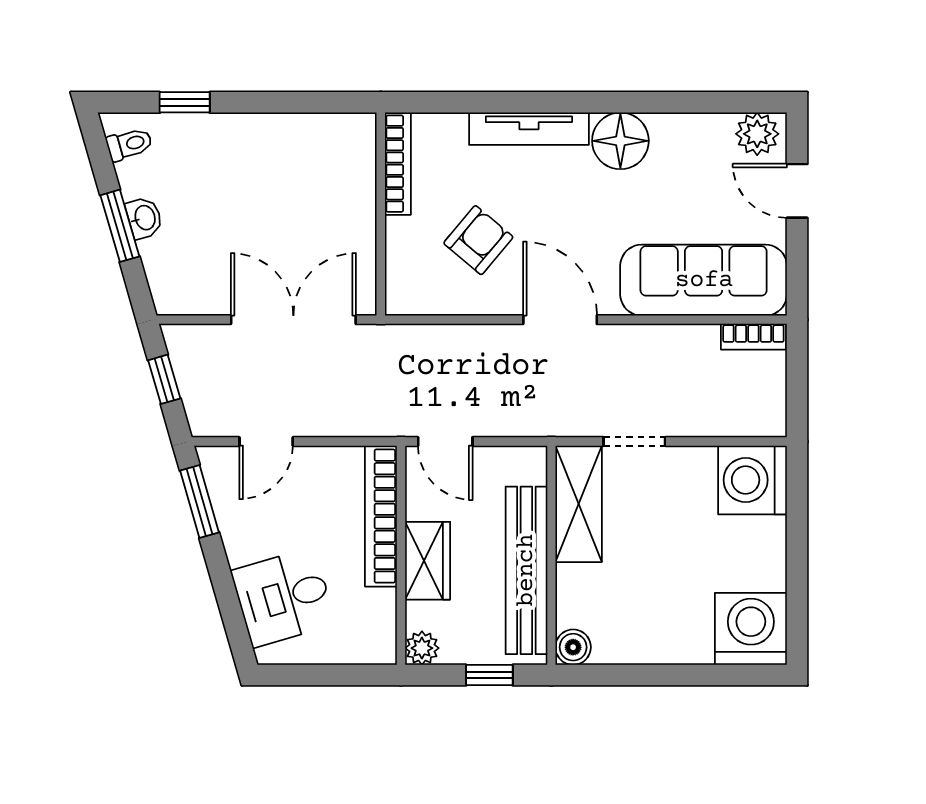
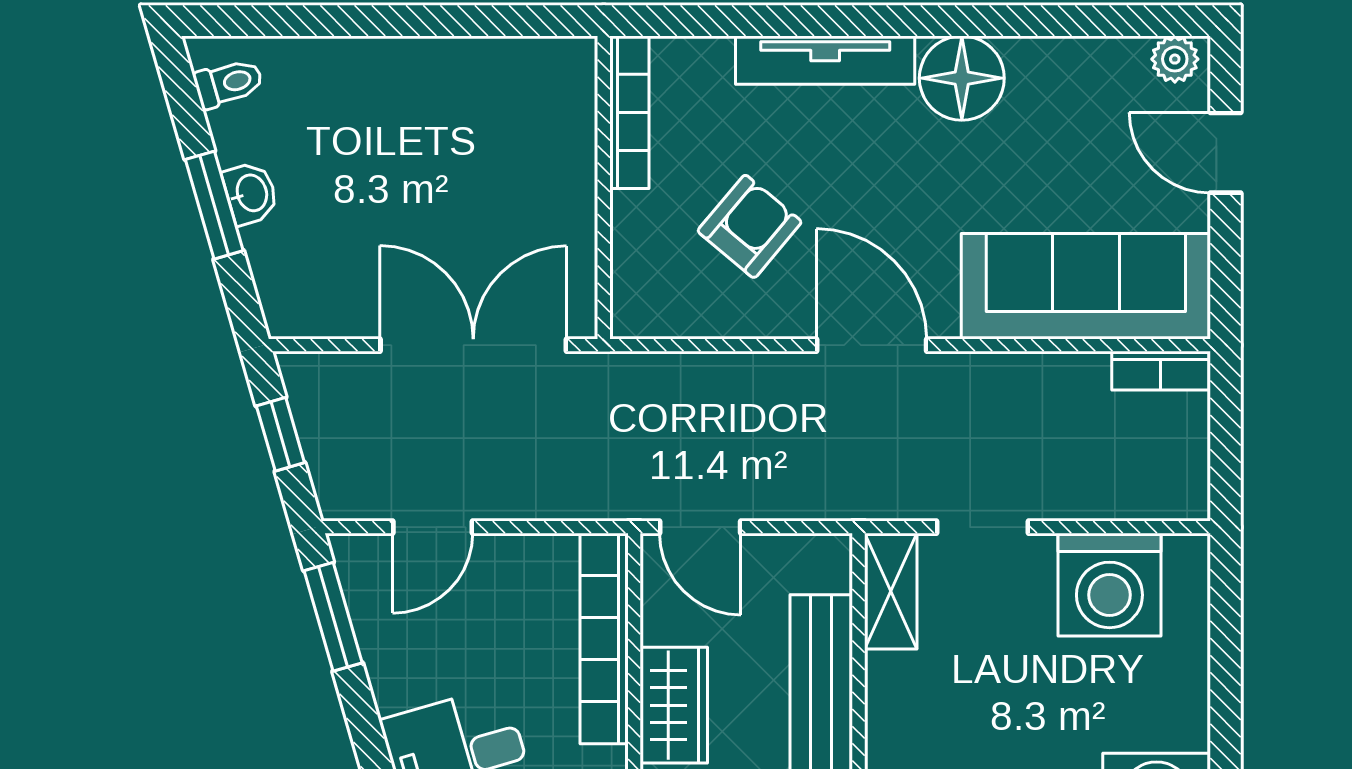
window: (185, 102) -> (311, 21), removed
plant: (757, 134) -> (1175, 59), width x0.73, depth x0.73
washing machine: (752, 480) -> (1109, 585), moved, turned -90
shelving: (579, 504) -> (891, 591), width x0.67, depth x0.75

